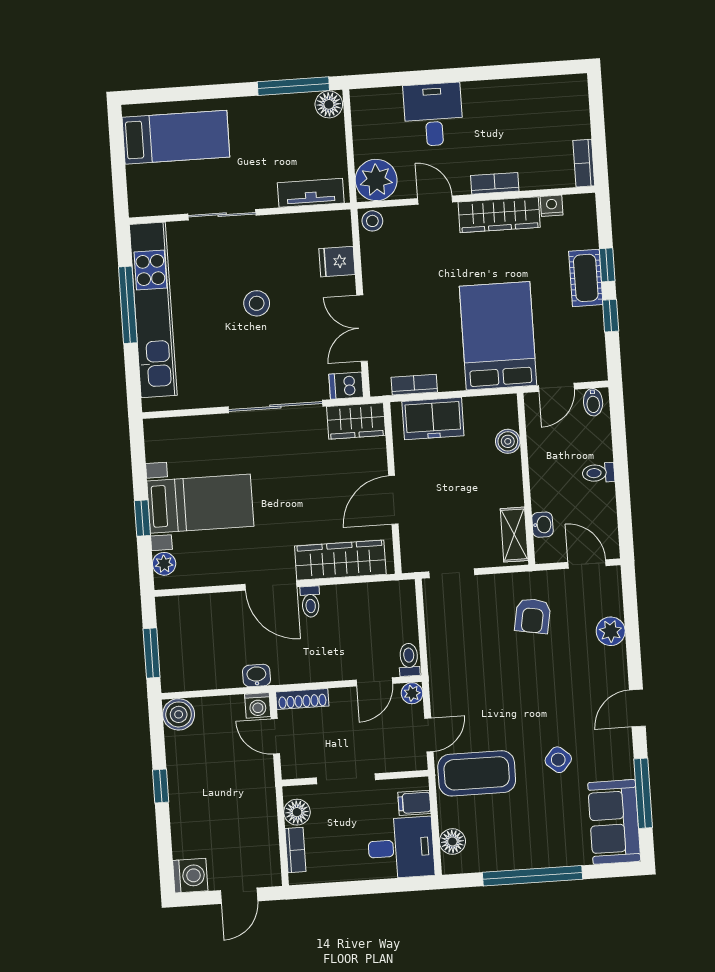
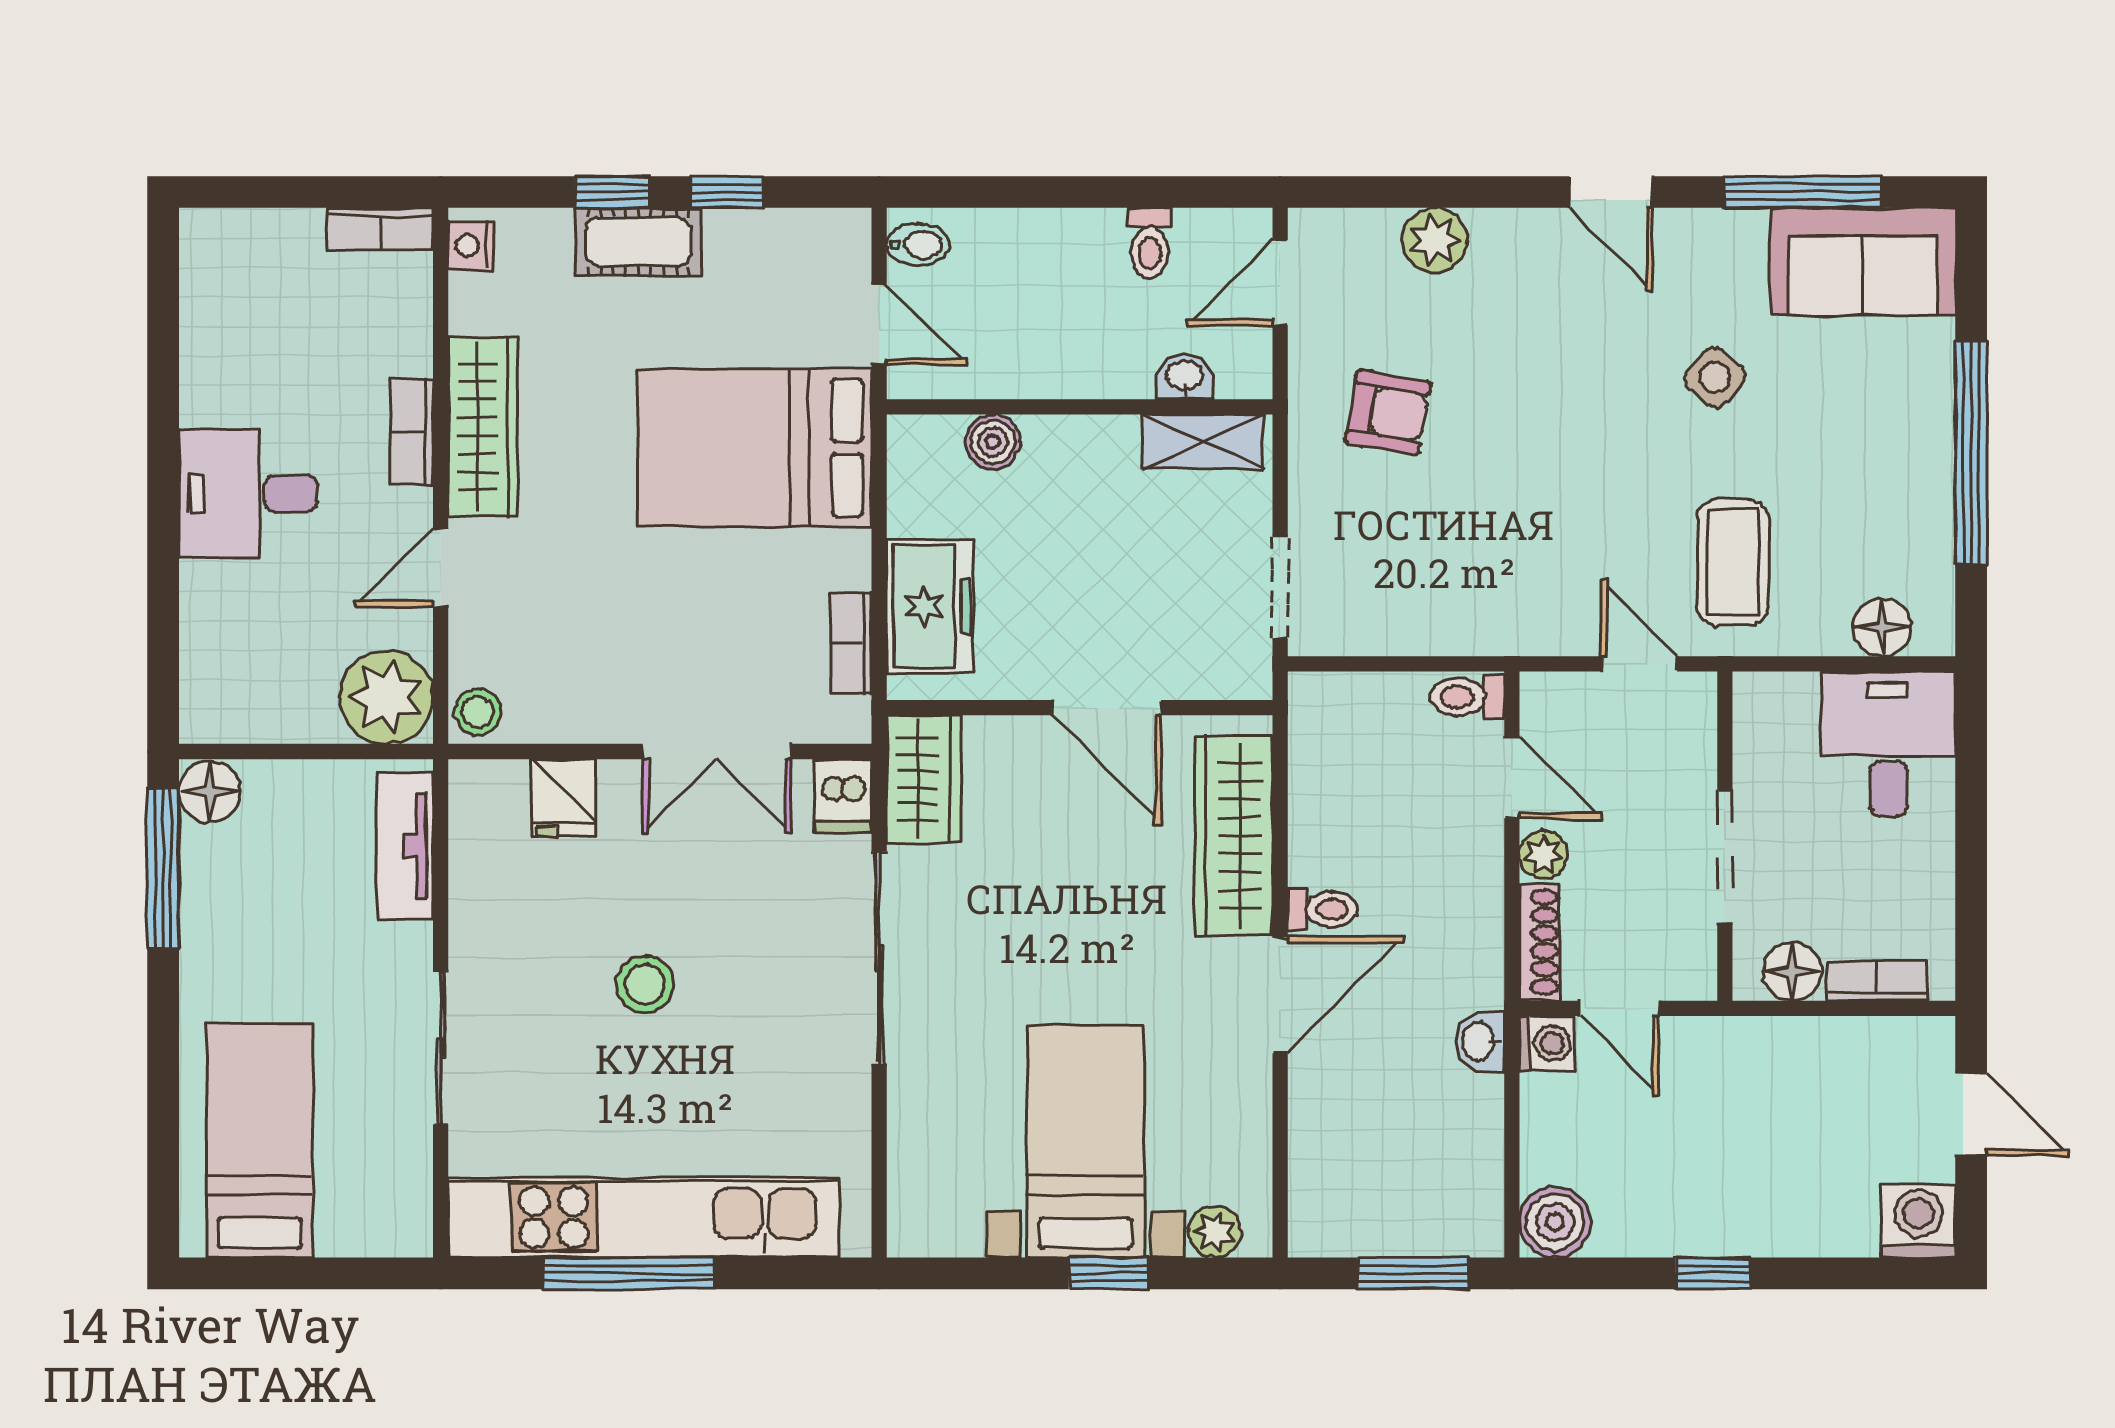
desk: (433, 115) -> (248, 493), moved
nightstand: (552, 206) -> (471, 246), moved
toilet: (598, 473) -> (1150, 243), moved
plant: (412, 693) -> (1543, 855), moved
door: (275, 736) -> (1619, 1008), hinge flipped
coffee table: (477, 773) -> (1733, 562), width x0.73, depth x0.76
filing cabinet: (414, 803) -> (1790, 707), removed

